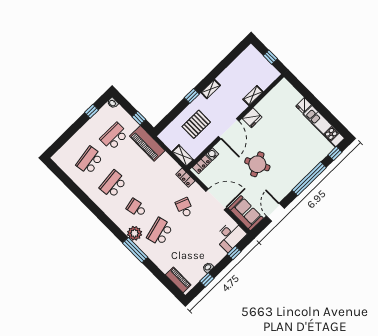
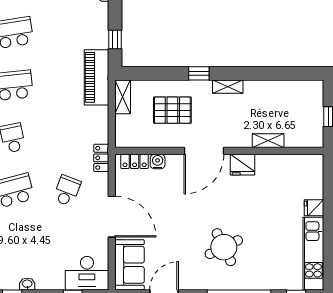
school desk: (114, 136) -> (67, 33), removed
shelving: (183, 156) -> (123, 97), moved
round table: (257, 164) -> (224, 247), moved

